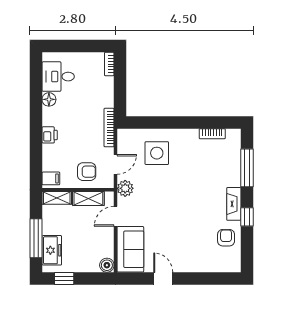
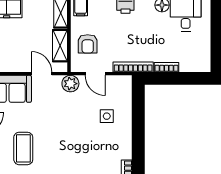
bookcase: (109, 64) -> (167, 67), moved
side table: (157, 153) -> (107, 116), width x0.54, depth x0.54
coffee table: (188, 234) -> (23, 148), added

